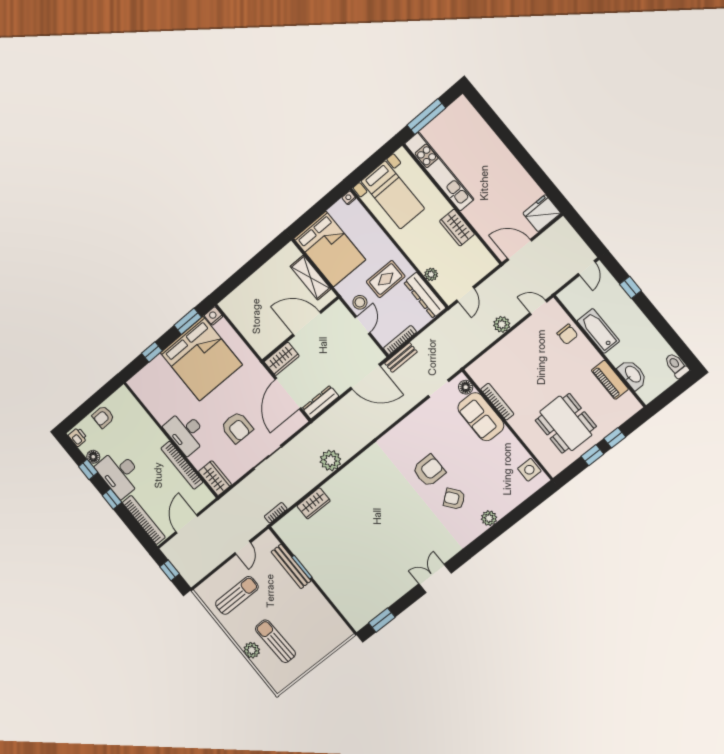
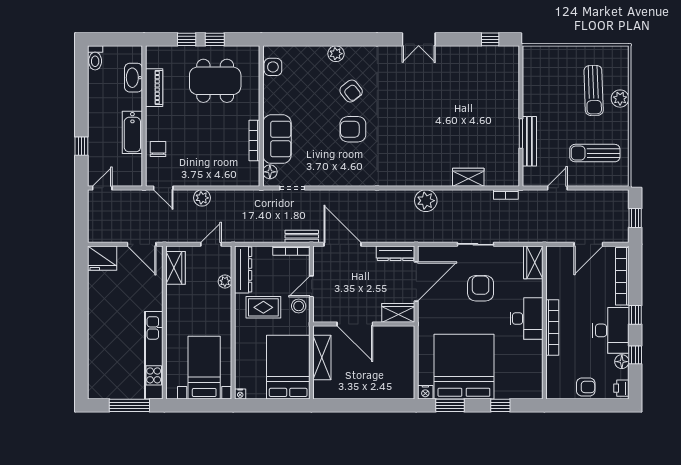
wardrobe: (457, 228) -> (175, 268), moved
dining table: (566, 423) -> (215, 81), turned 90
bookcase: (182, 465) -> (552, 328), moved
window: (382, 620) -> (490, 39), width x0.67

